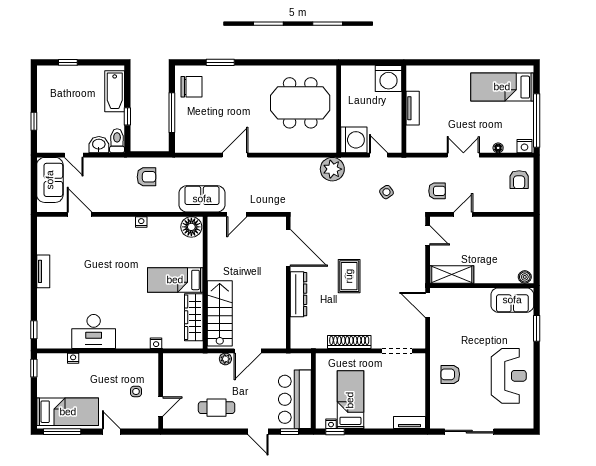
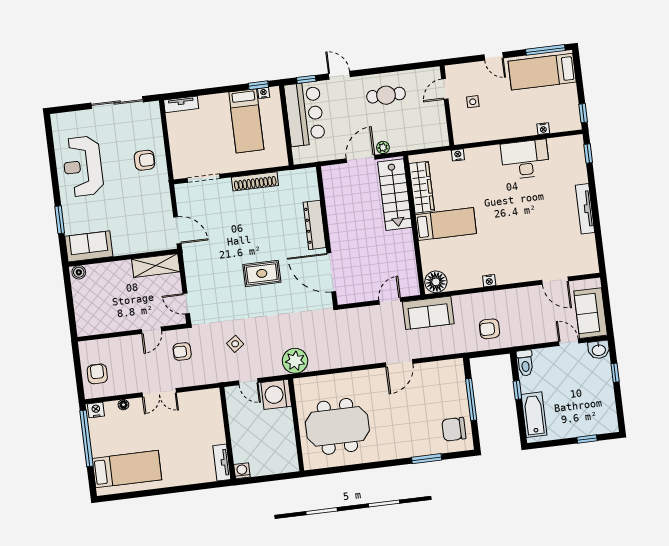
washing machine: (388, 78) -> (242, 471), width x0.53, depth x0.53
tv unit: (413, 108) -> (222, 463), moved
washbasin: (99, 145) -> (599, 350), moved
tv unit: (43, 271) -> (585, 209), width x1.41
rug: (349, 276) -> (262, 273), moved, turned 90

